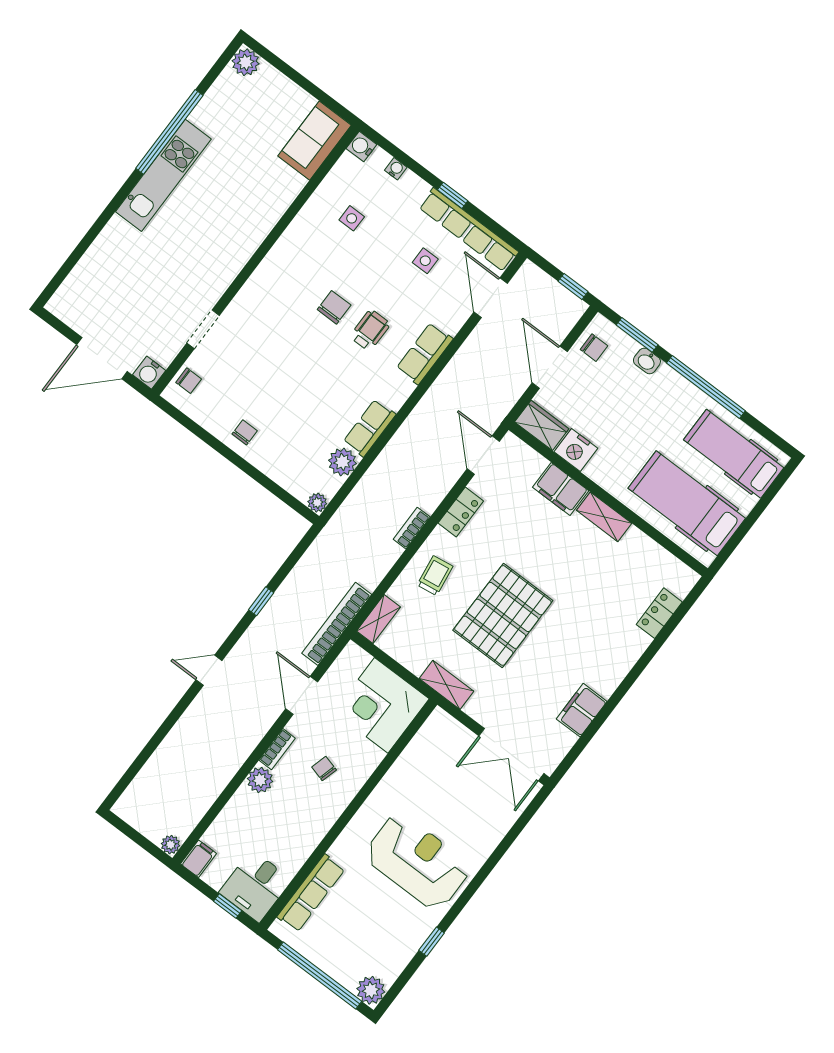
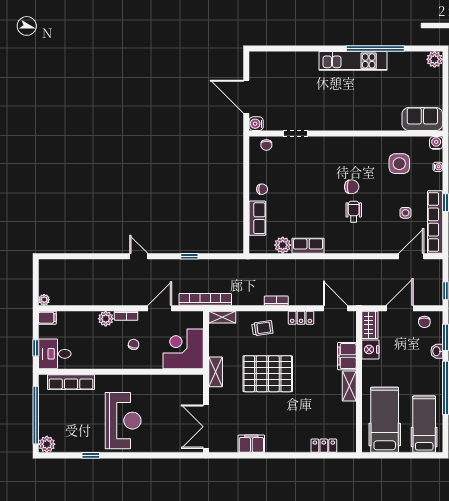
side table: (352, 218) -> (399, 164), width x1.87, depth x1.87
wheelchair: (370, 330) -> (354, 212), turned -90
row of seats: (425, 354) -> (257, 218), moved, turned 90
door: (483, 455) -> (335, 308), hinge flipped
plant: (317, 503) -> (255, 248), removed

